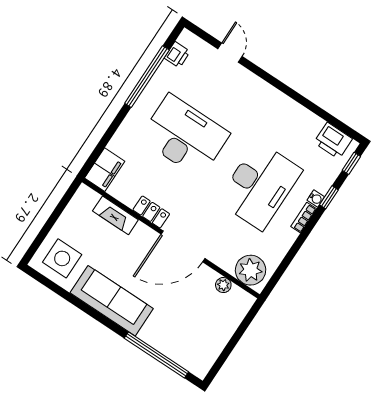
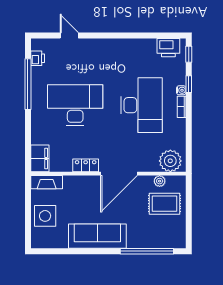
fireplace: (115, 215) -> (47, 182), moved
side table: (62, 258) -> (45, 216), moved
rug: (212, 314) -> (164, 204), added

